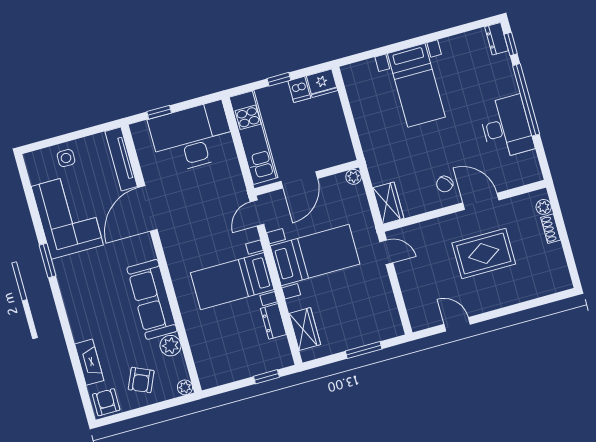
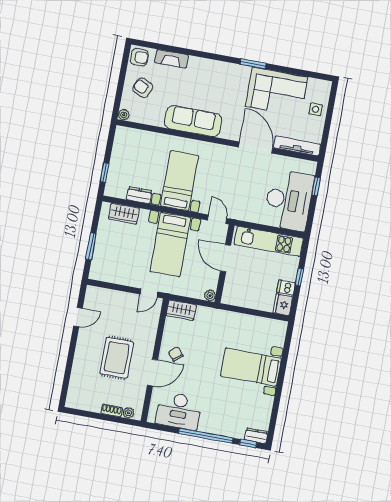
desk: (506, 127) -> (179, 411), moved
plant: (171, 346) -> (156, 119), removed

